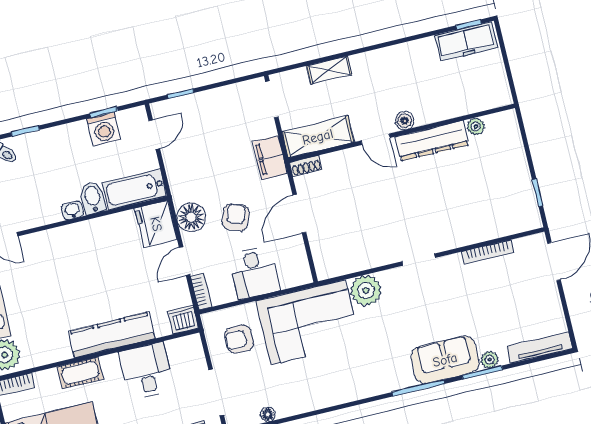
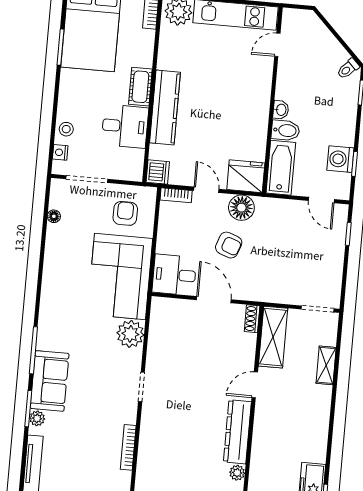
boiler: (405, 121) -> (262, 414), removed
filing cabinet: (270, 158) -> (269, 291), removed
desk: (254, 273) -> (174, 275), moved
cot: (80, 373) -> (140, 87), moved

